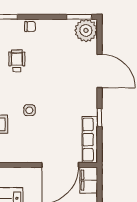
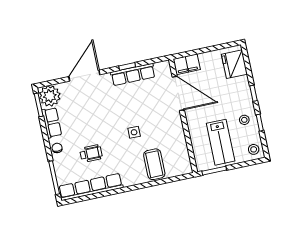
row of seats: (58, 27) -> (52, 123), added
wheelchair: (17, 61) -> (91, 153), turned 180
row of seats: (90, 140) -> (133, 75), moved

